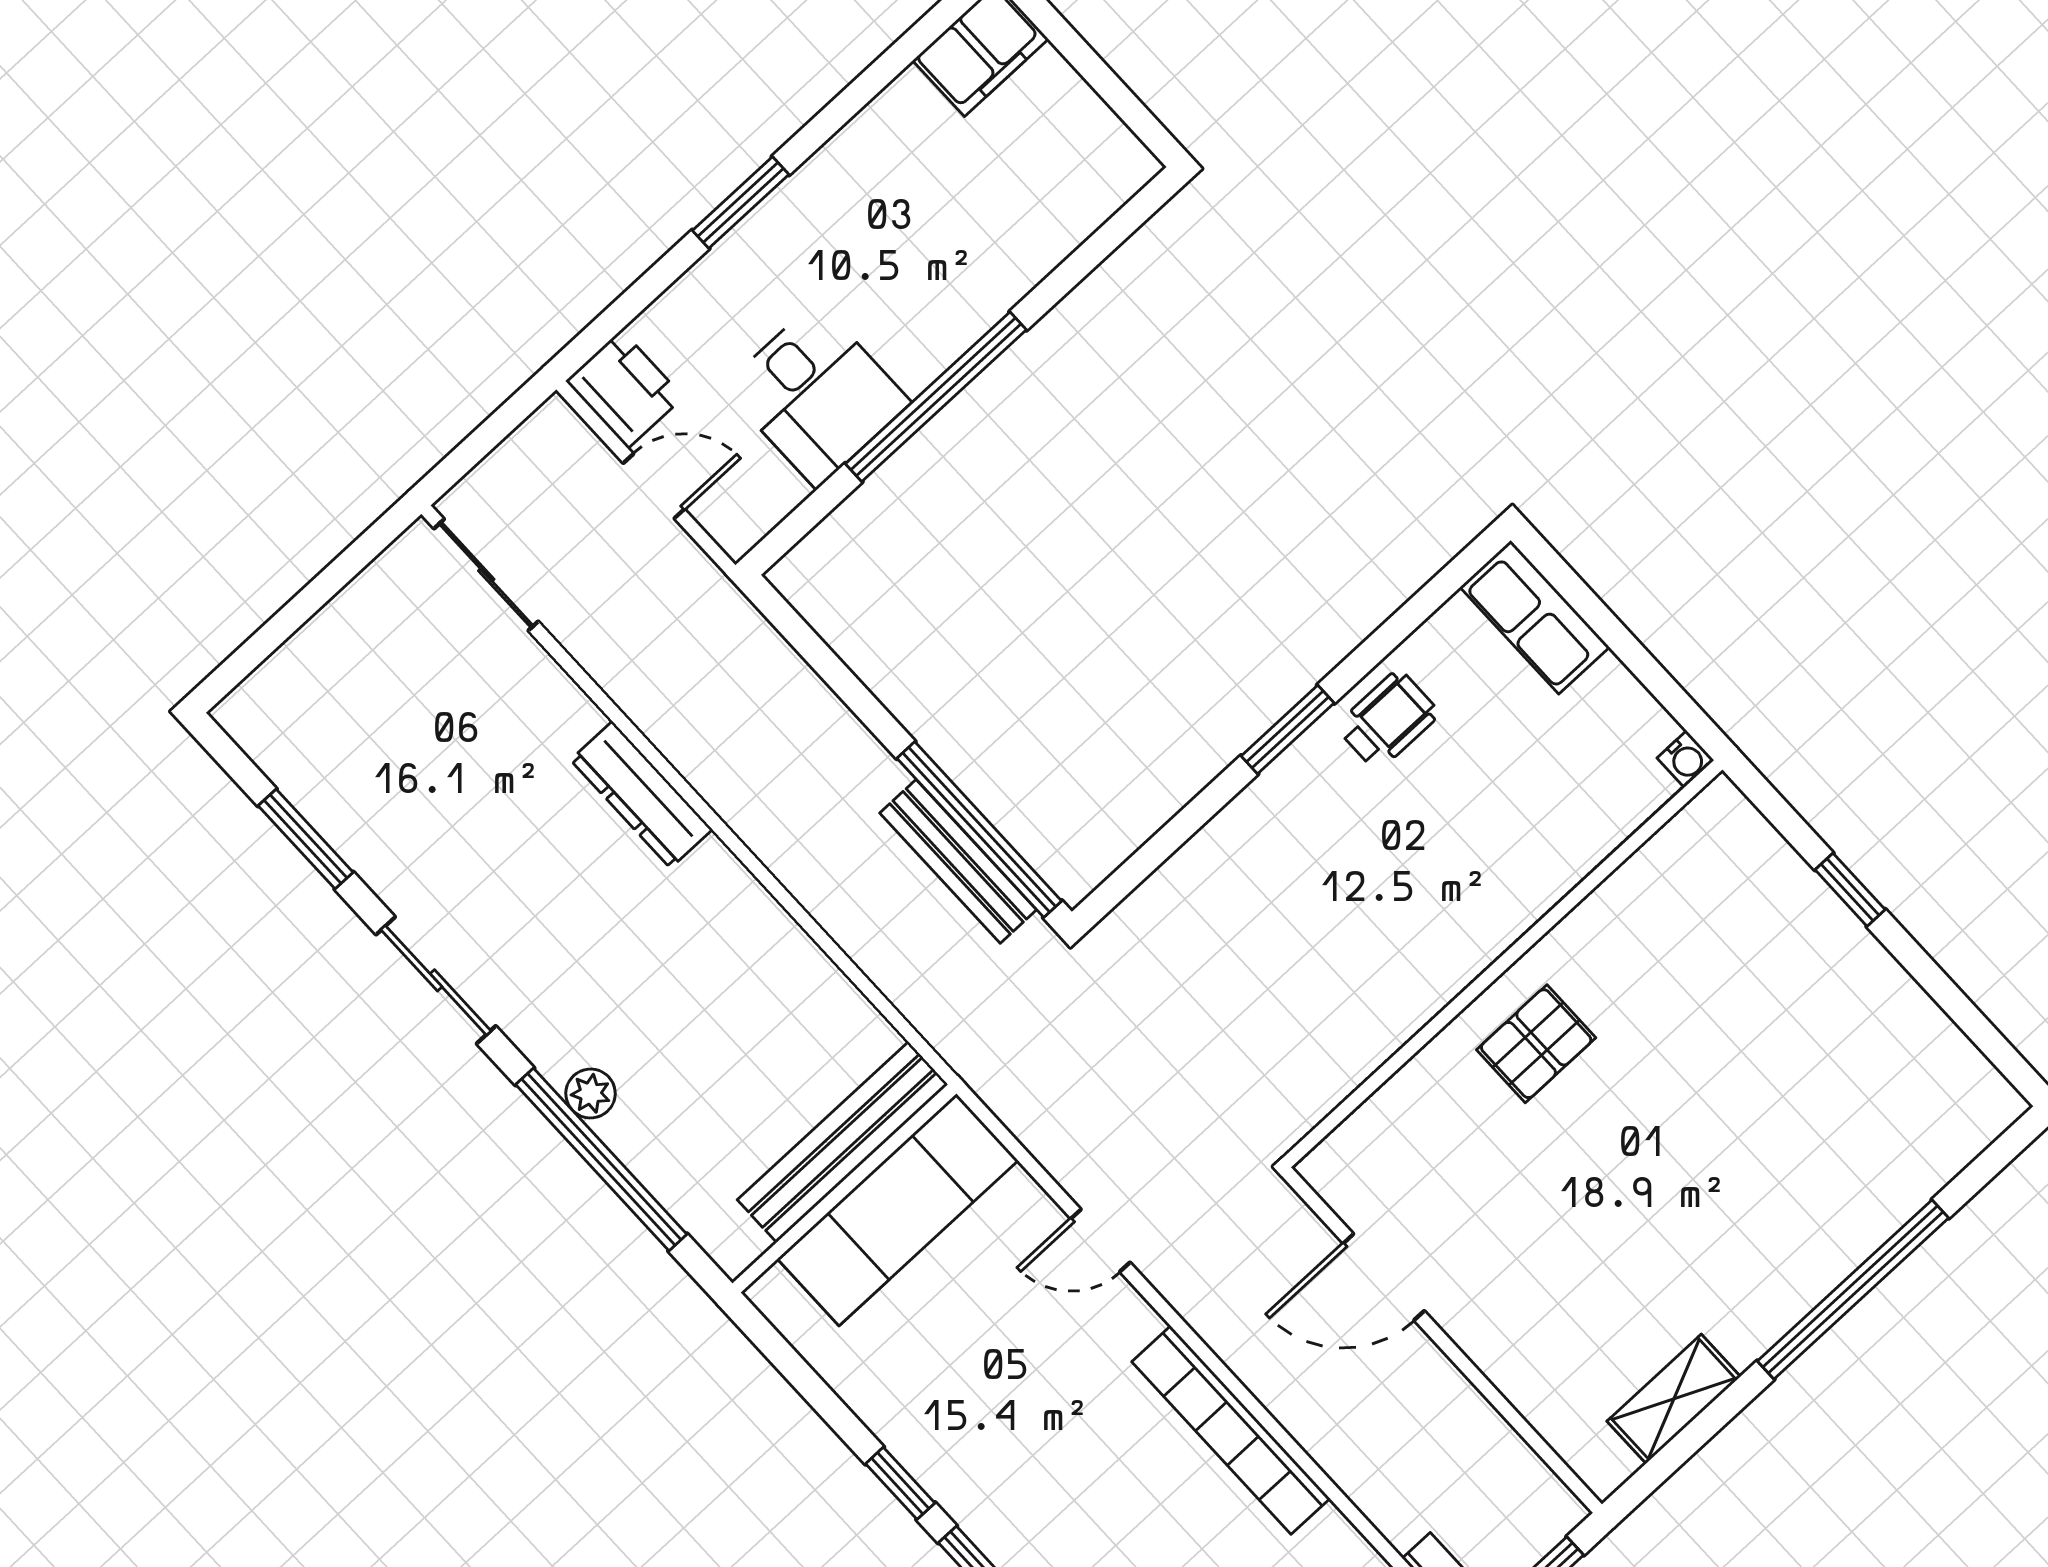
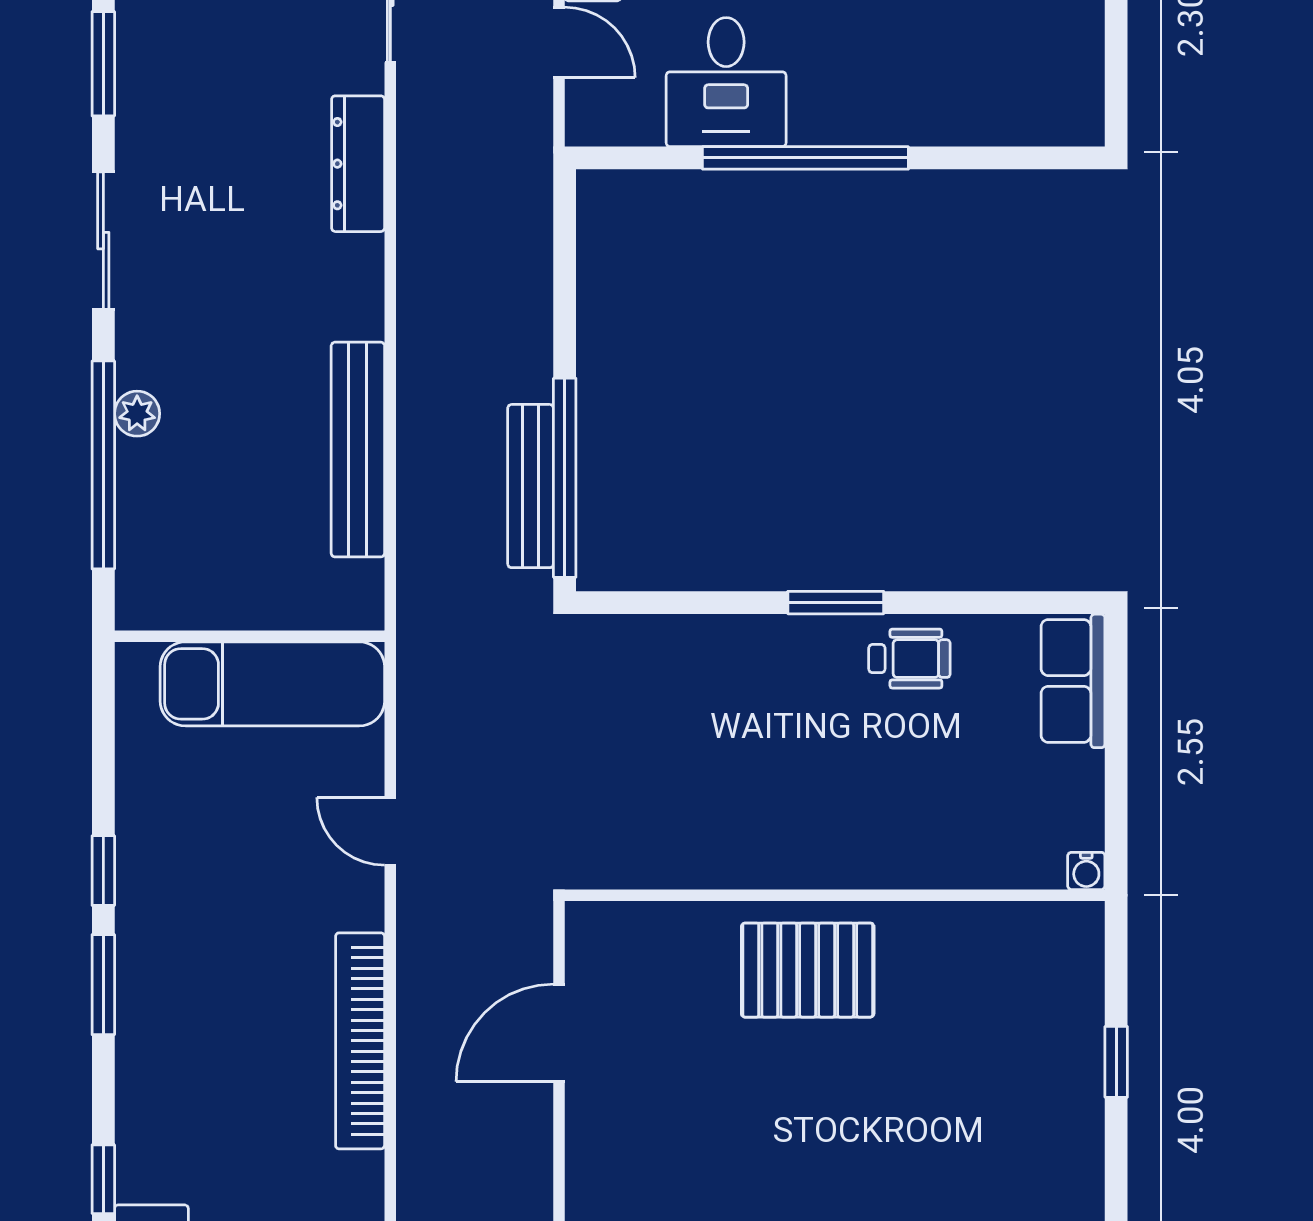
dresser: (641, 795) -> (358, 164), moved
pallet: (1536, 1044) -> (808, 970), width x1.50, depth x1.42
bench: (843, 1142) -> (358, 450), moved, turned 90
door: (1384, 1277) -> (559, 1033), hinge flipped

